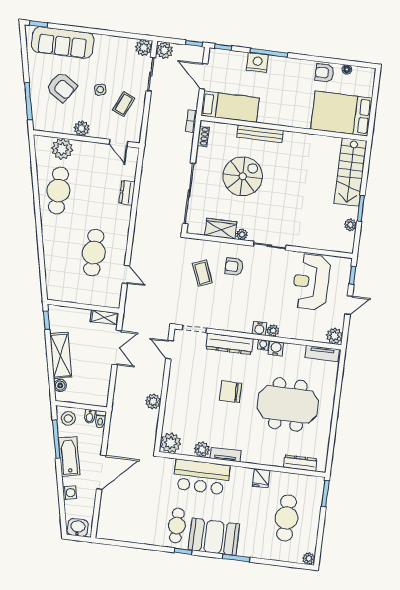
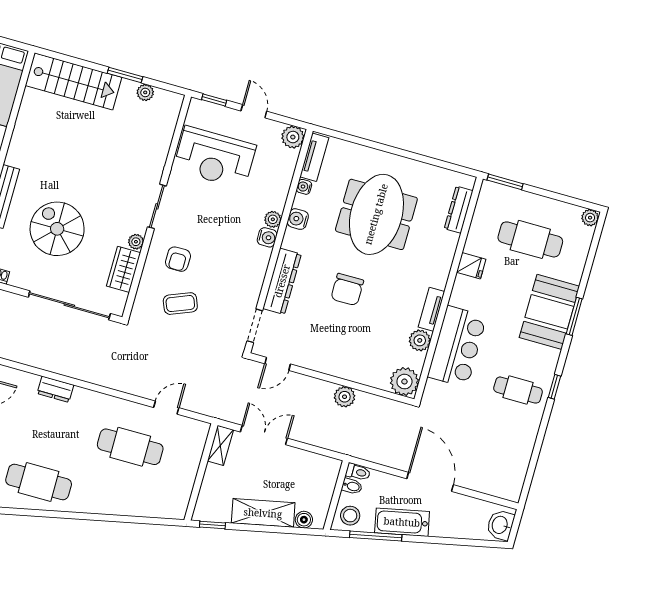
water cooler: (263, 345) -> (304, 187), moved
washing machine: (70, 493) -> (451, 529), removed
booth: (214, 537) -> (549, 312), moved

